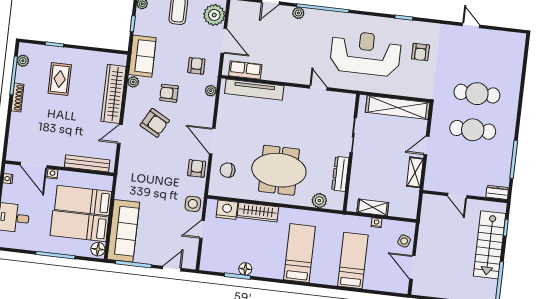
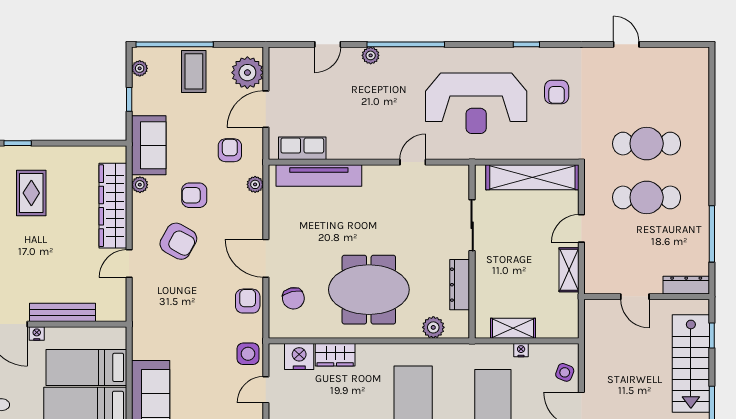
door: (224, 41) -> (266, 109), swing flipped
reception desk: (366, 53) -> (476, 103), turned 180
door: (318, 88) -> (413, 162), hinge flipped
bench: (87, 163) -> (63, 312), moved
chair: (228, 170) -> (293, 298), turned -103
dresser: (497, 192) -> (686, 285), width x1.44
wardrobe: (258, 212) -> (335, 355), width x0.67

